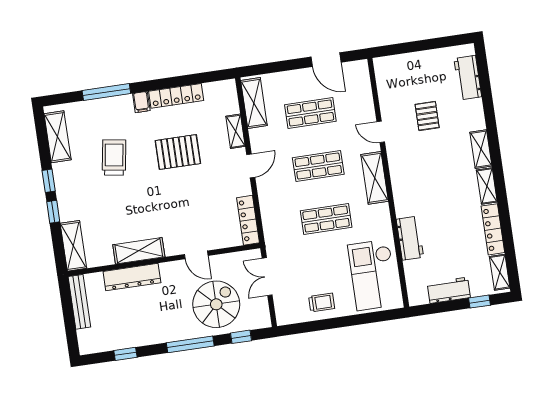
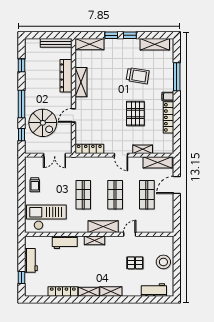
door: (326, 60) -> (177, 185), moved
stool: (419, 69) -> (163, 262), added
shelving: (500, 272) -> (95, 240), moved
double door: (267, 277) -> (55, 155), swing flipped

